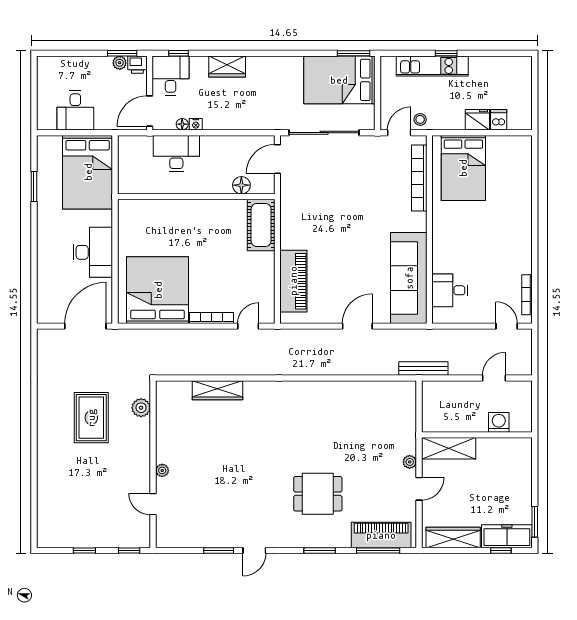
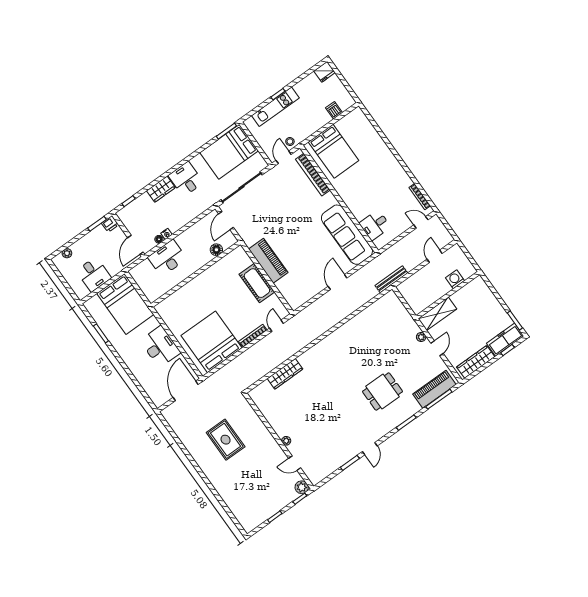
plant: (120, 63) -> (67, 253), moved
desk: (171, 76) -> (186, 179), moved
fridge: (477, 120) -> (325, 72), moved, turned 180
cot: (261, 225) -> (257, 283), moved
piano: (293, 281) -> (268, 261), moved
plant: (141, 408) -> (302, 487), moved

